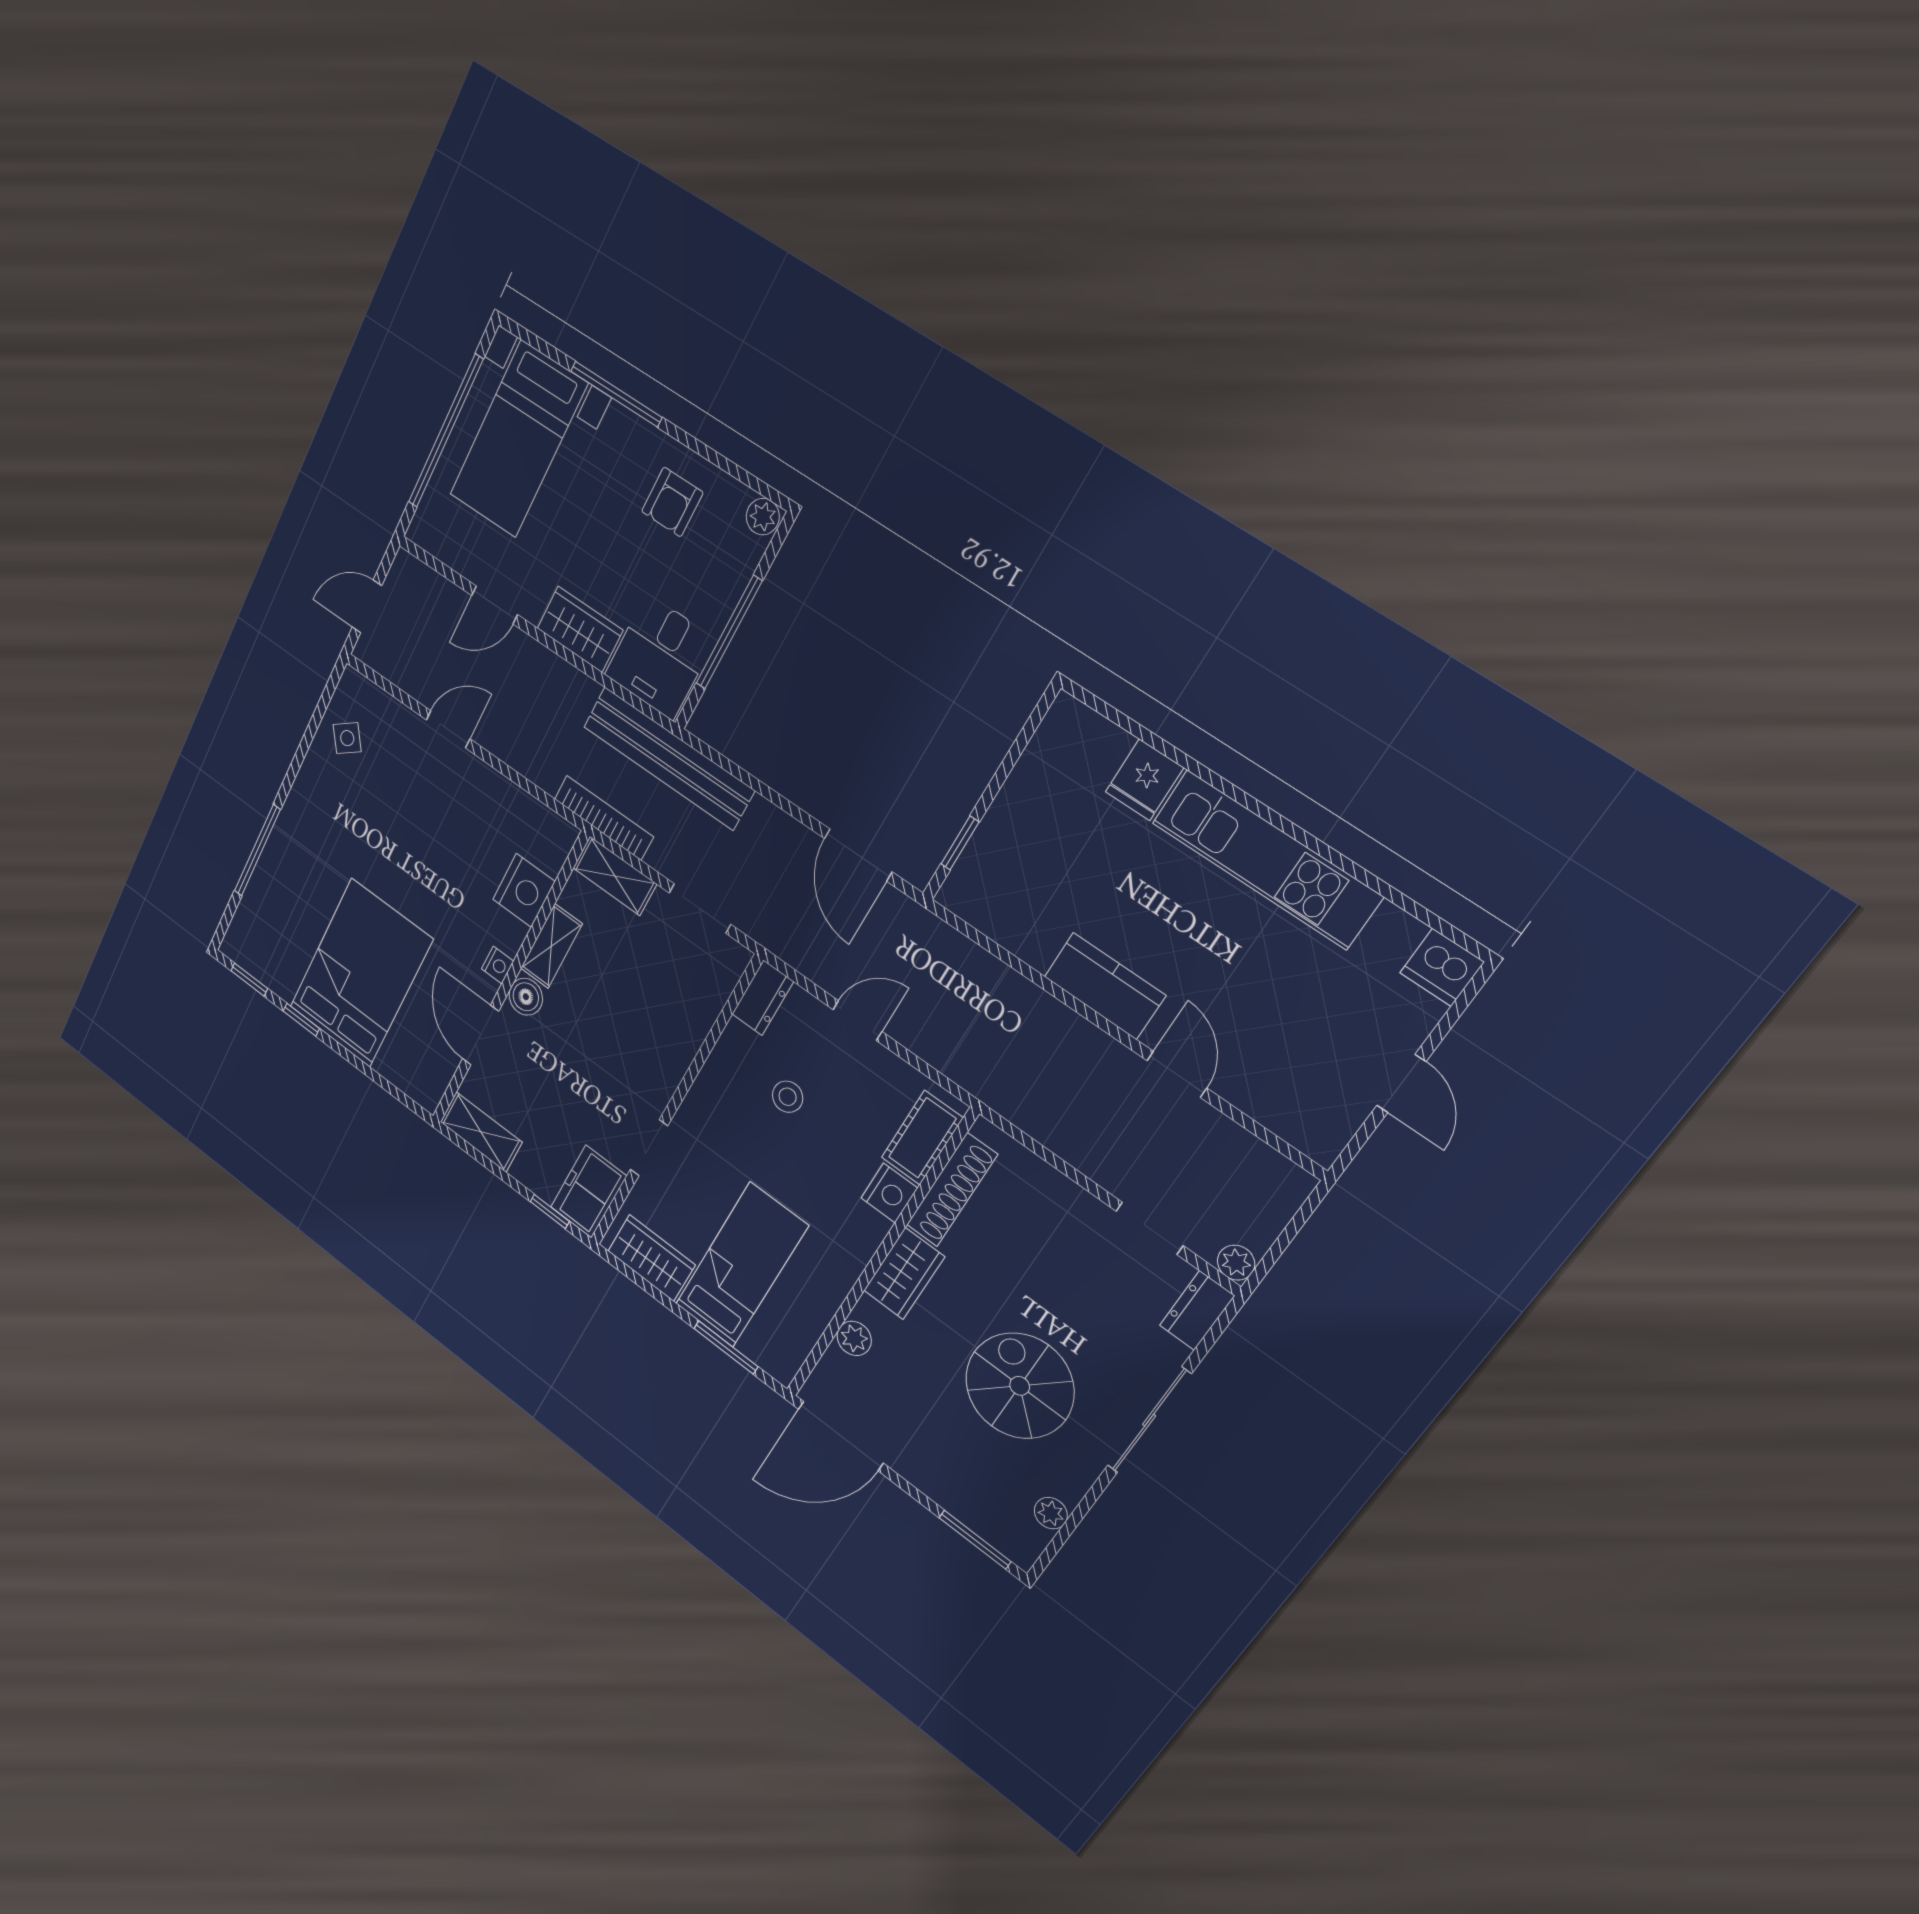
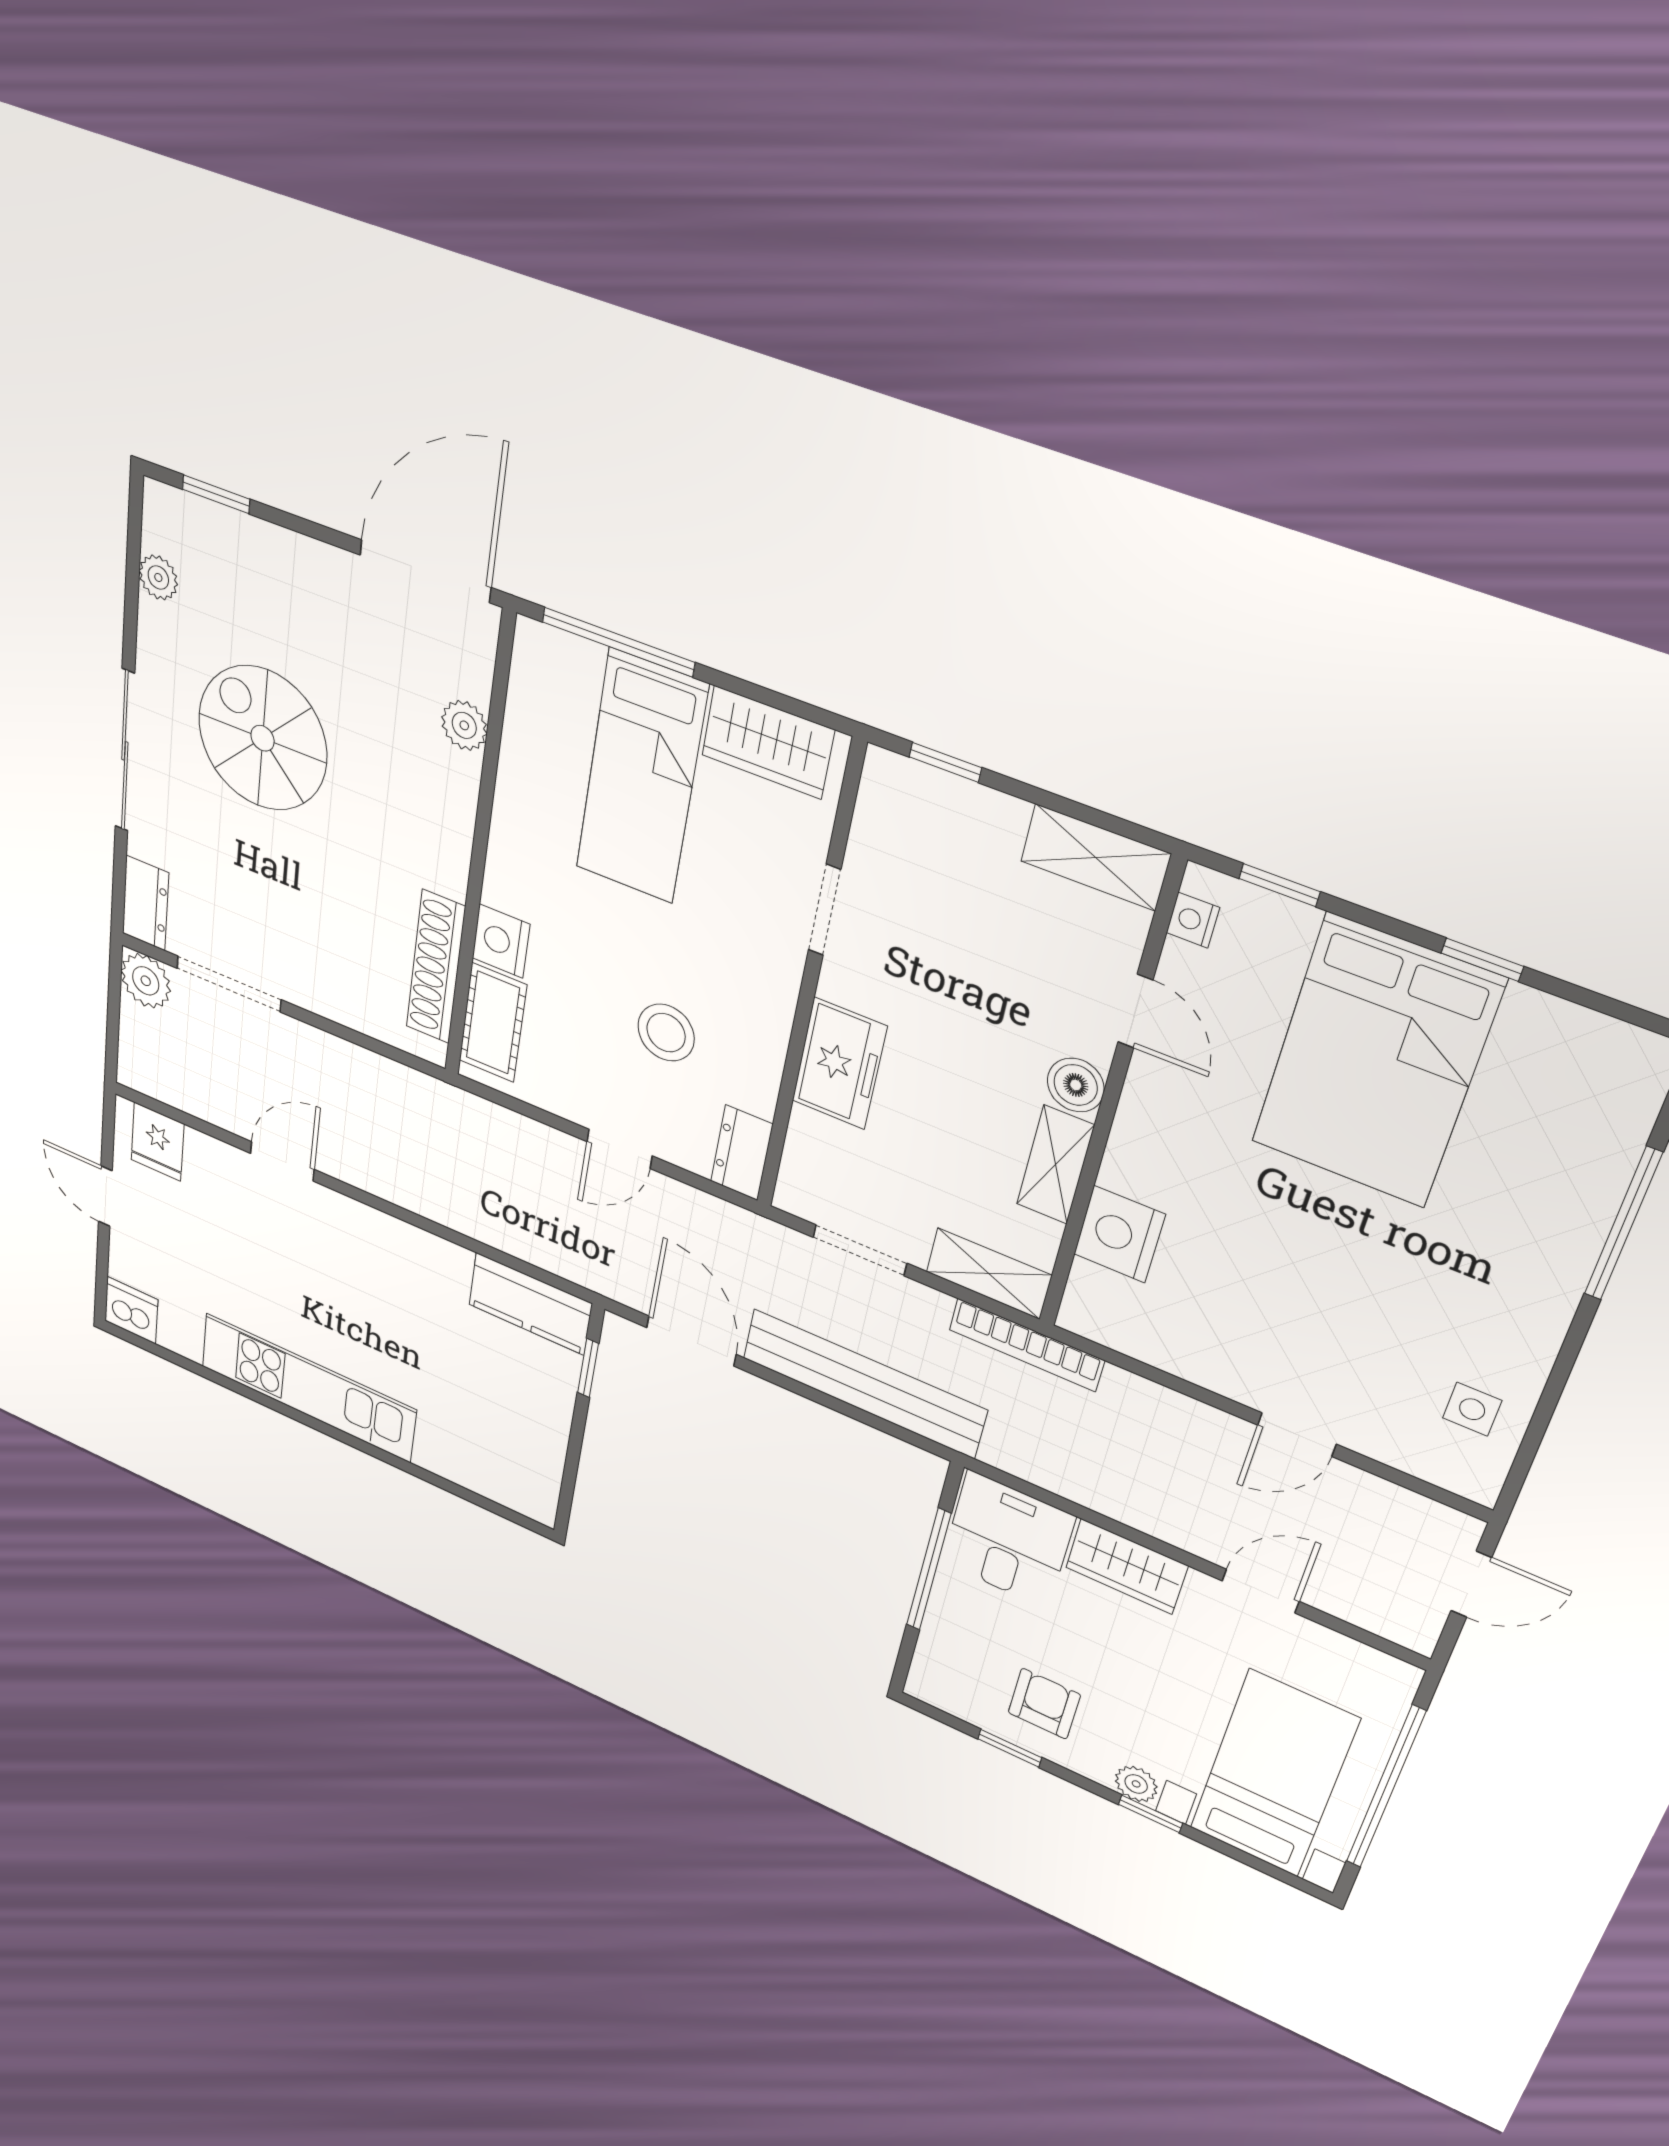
window: (616, 394) -> (1150, 1814), width x0.46
window: (712, 456) -> (1010, 1748), added
plant: (763, 517) -> (1136, 1784), moved
side table: (347, 738) -> (1472, 1409), turned 36
bench: (669, 758) -> (864, 1384), moved
fridge: (1144, 780) -> (157, 1142), moved, turned 180
nightstand: (498, 965) -> (1193, 920), moved
window: (249, 980) -> (1279, 885), moved
kitchen counter: (1105, 986) -> (530, 1304), moved
door: (480, 1035) -> (1135, 1011), width x0.73
door: (1177, 1074) -> (282, 1161), swing flipped
stool: (788, 1097) -> (666, 1033), width x1.37, depth x1.37
freezer: (589, 1192) -> (839, 1064), moved
doorway: (1150, 1228) -> (229, 984), width x1.38
plant: (1236, 1263) -> (146, 981), width x1.38, depth x1.38
wardrobe: (904, 1274) -> (443, 839), removed
window: (726, 1347) -> (618, 642), width x1.44
spiral stairs: (1020, 1386) -> (263, 738), turned 180
window: (975, 1540) -> (216, 494), width x0.67

